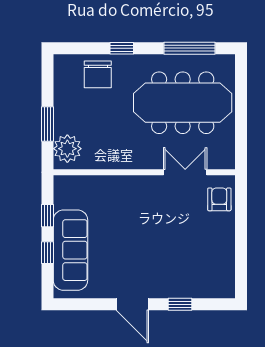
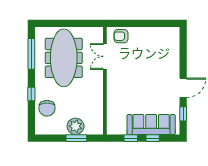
chair: (98, 74) -> (47, 108), turned 90
plant: (67, 149) -> (76, 126), moved
window: (180, 304) -> (183, 114), moved

